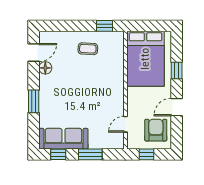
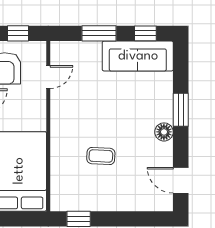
coffee table: (88, 49) -> (101, 156), moved
door: (34, 53) -> (181, 180), hinge flipped
floor lamp: (45, 68) -> (164, 132), moved

